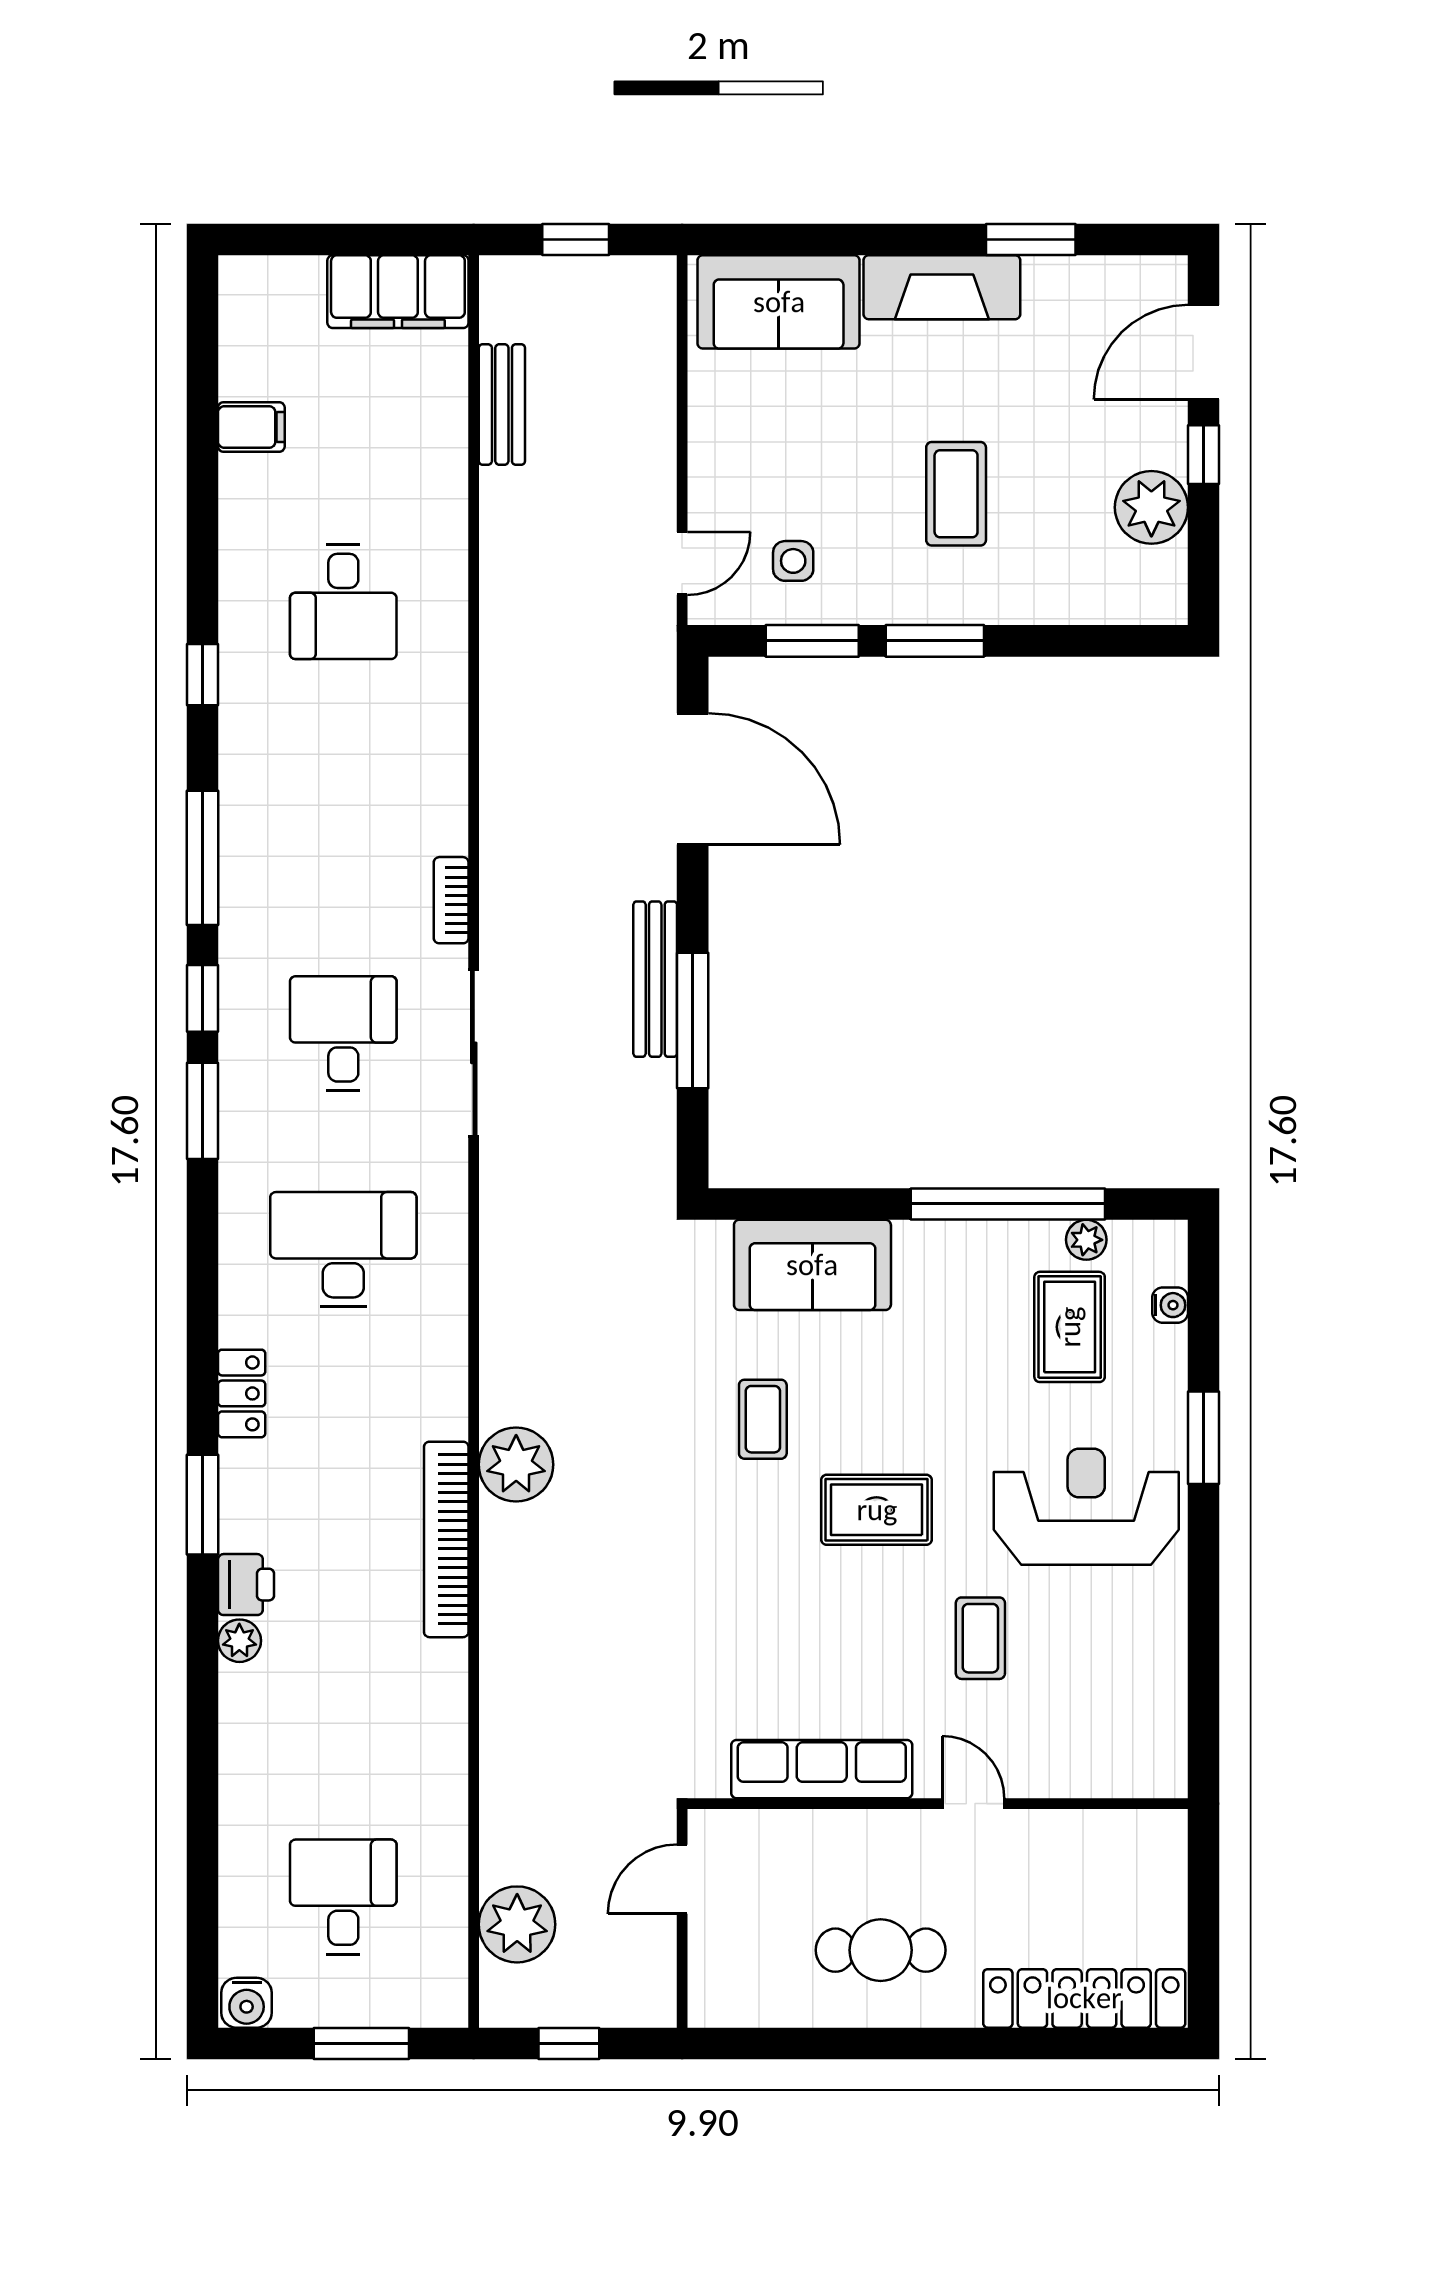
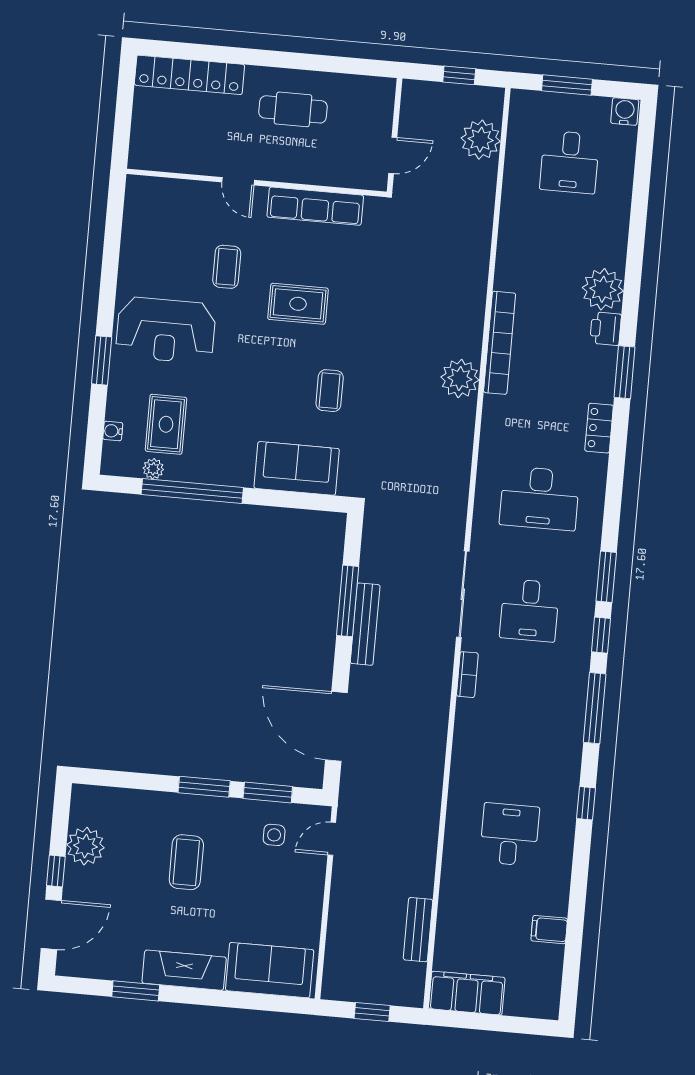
rug: (877, 1510) -> (298, 304), moved
plant: (239, 1641) -> (603, 289), width x1.88, depth x1.88

